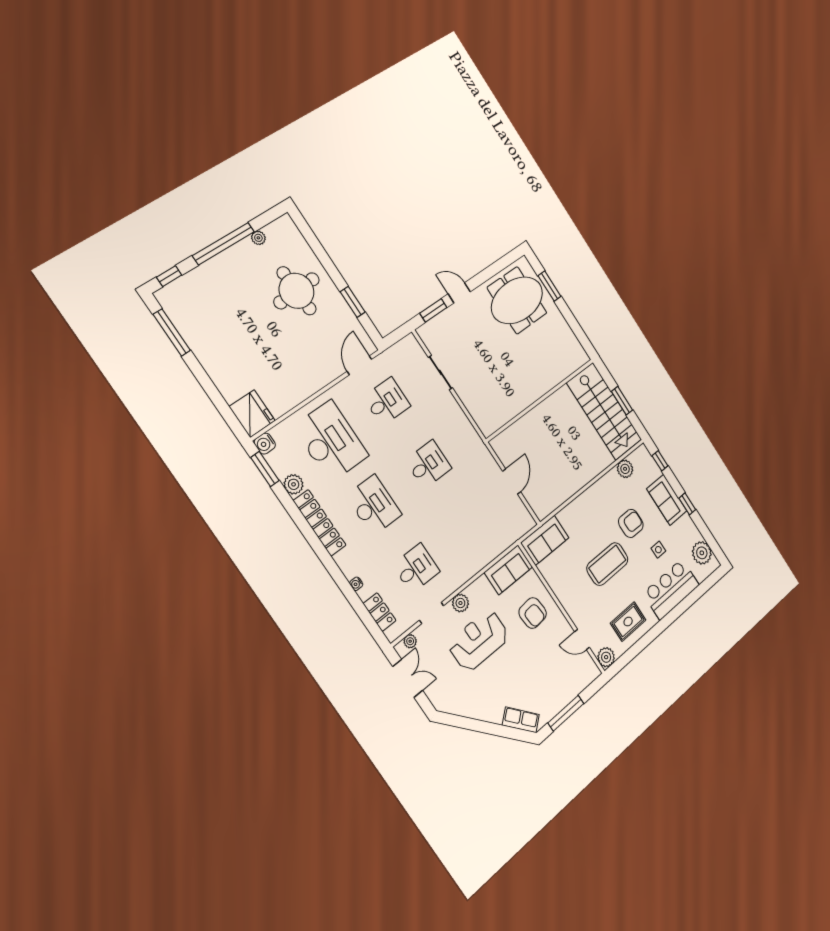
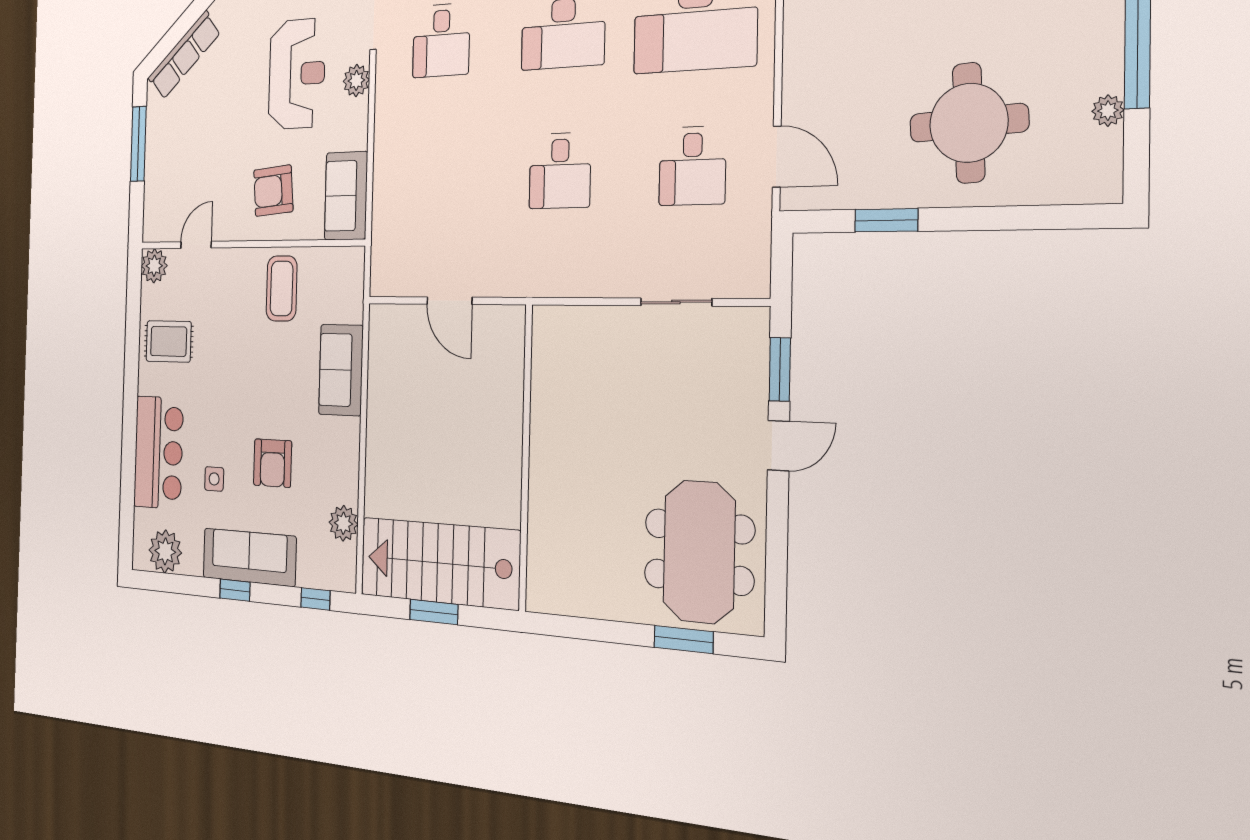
sofa: (667, 500) -> (249, 557), width x1.36
sofa: (545, 540) -> (341, 370), moved
coffee table: (607, 564) -> (282, 288), moved, width x0.73, depth x0.76
rug: (628, 622) -> (169, 341), turned 90
row of seats: (521, 720) -> (184, 55), width x1.48

